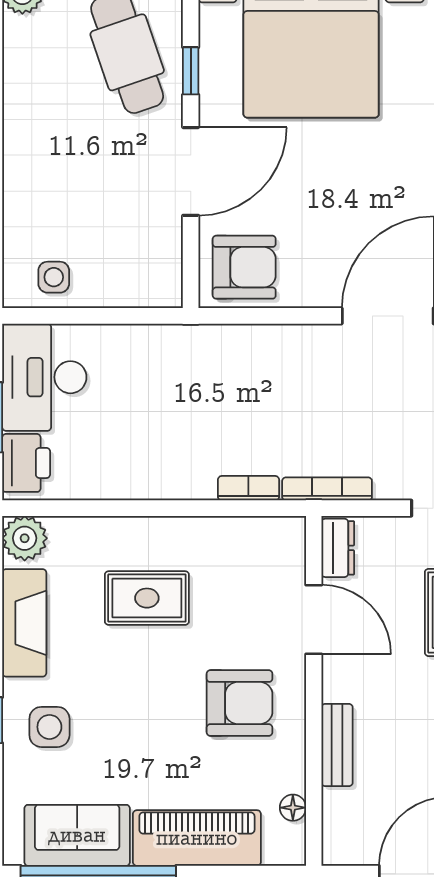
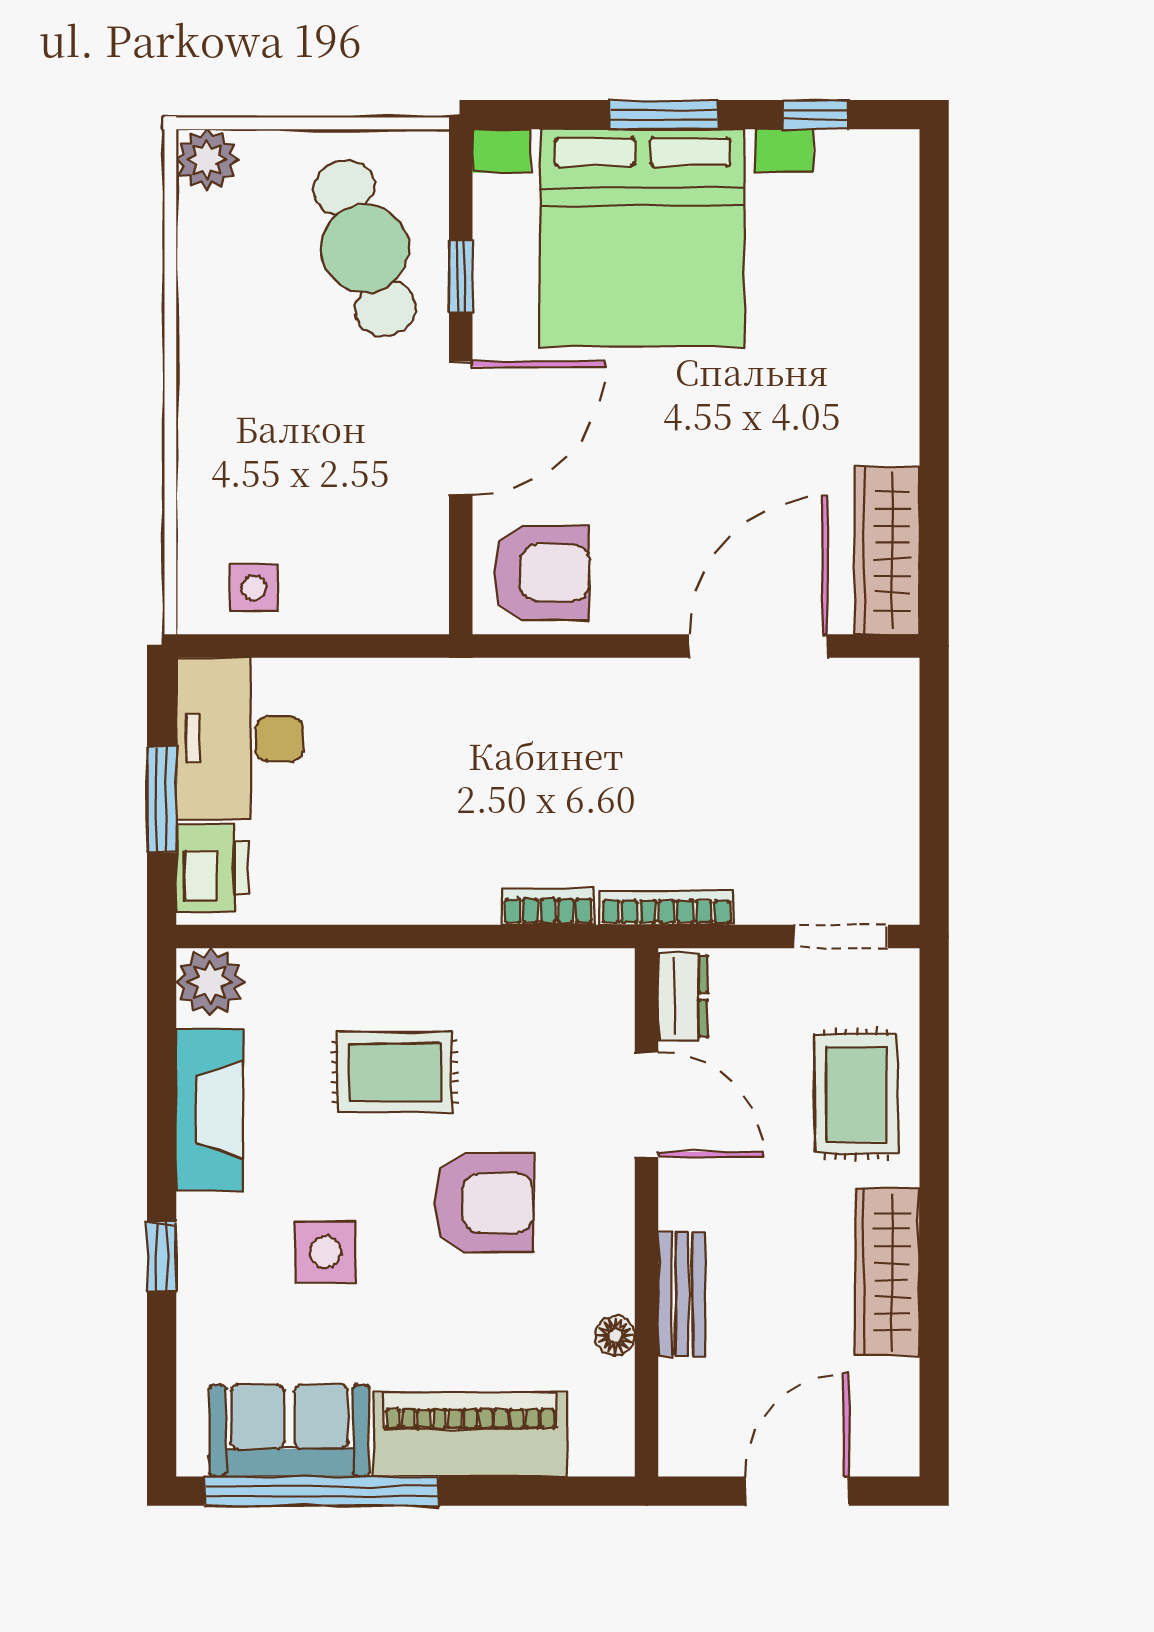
armchair: (240, 703) -> (484, 1203), moved
side table: (49, 727) -> (325, 1252), moved
floor lamp: (293, 808) -> (615, 1336), moved

